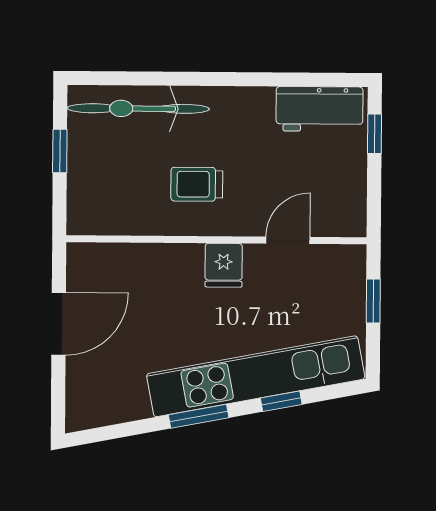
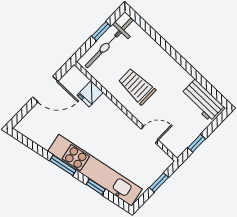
bicycle: (138, 109) -> (109, 43), moved, turned -90
window: (374, 134) -> (197, 143), moved
trolley: (197, 184) -> (137, 86), width x1.36, depth x1.39
fridge: (224, 265) -> (90, 94), moved

